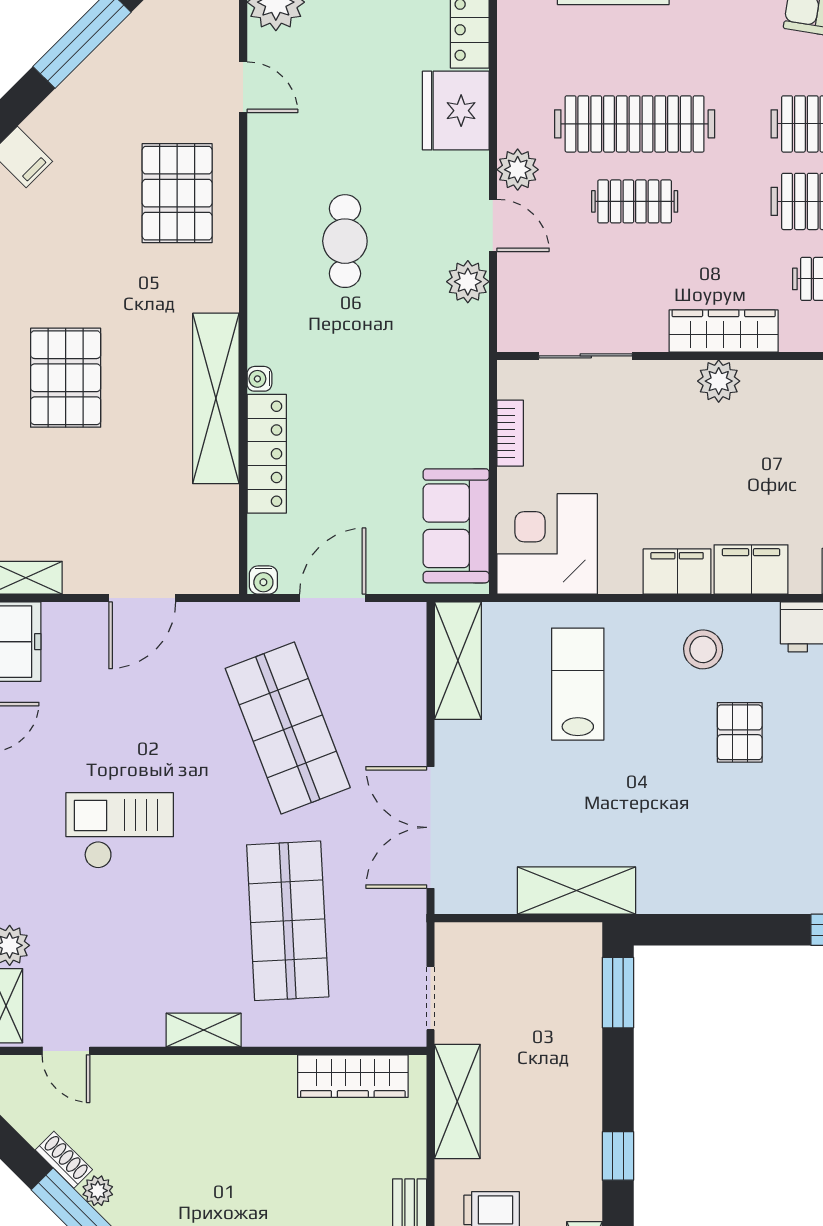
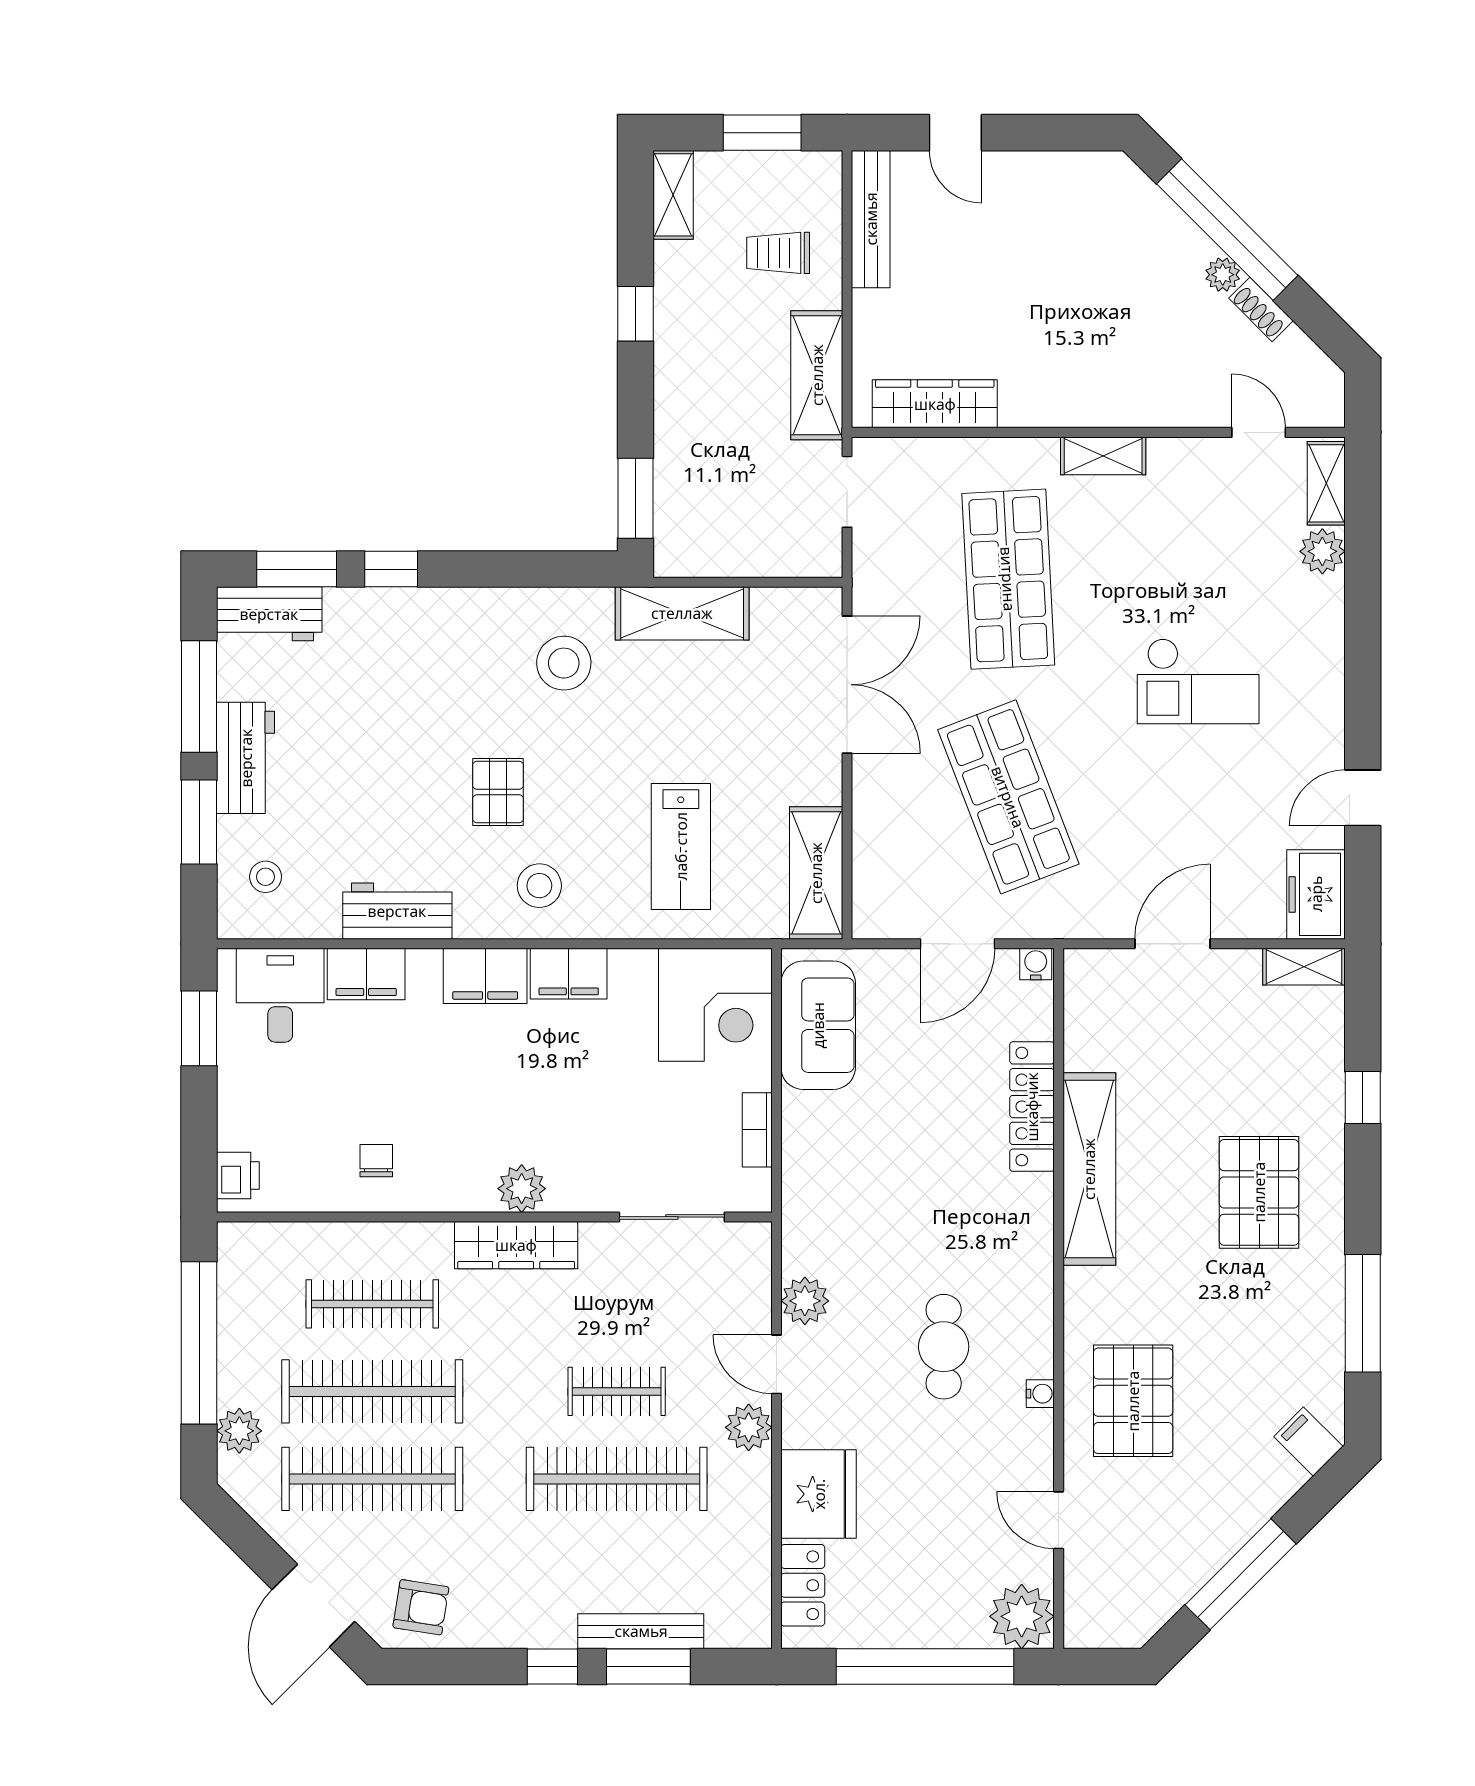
water cooler: (259, 379) -> (1040, 1394), moved
stool: (681, 847) -> (564, 663), added

